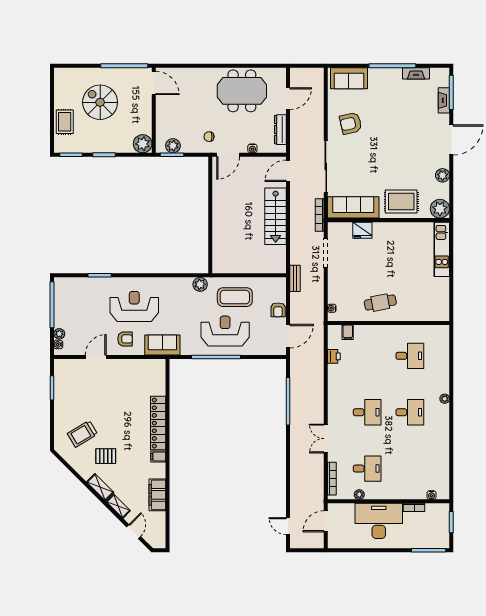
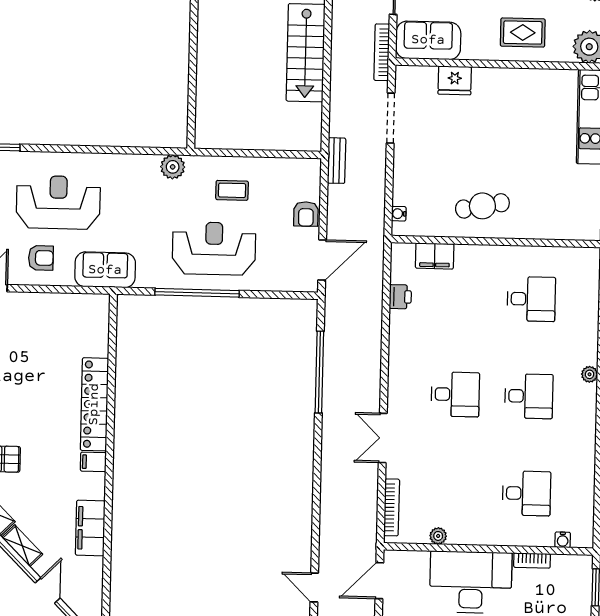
rug: (401, 201) -> (523, 33), width x0.73, depth x0.70
sofa: (353, 207) -> (428, 40), width x0.73
coffee table: (235, 297) -> (232, 190), width x0.54, depth x0.58
filing cabinet: (348, 332) -> (435, 256), width x2.00
desk: (367, 469) -> (527, 493), moved

